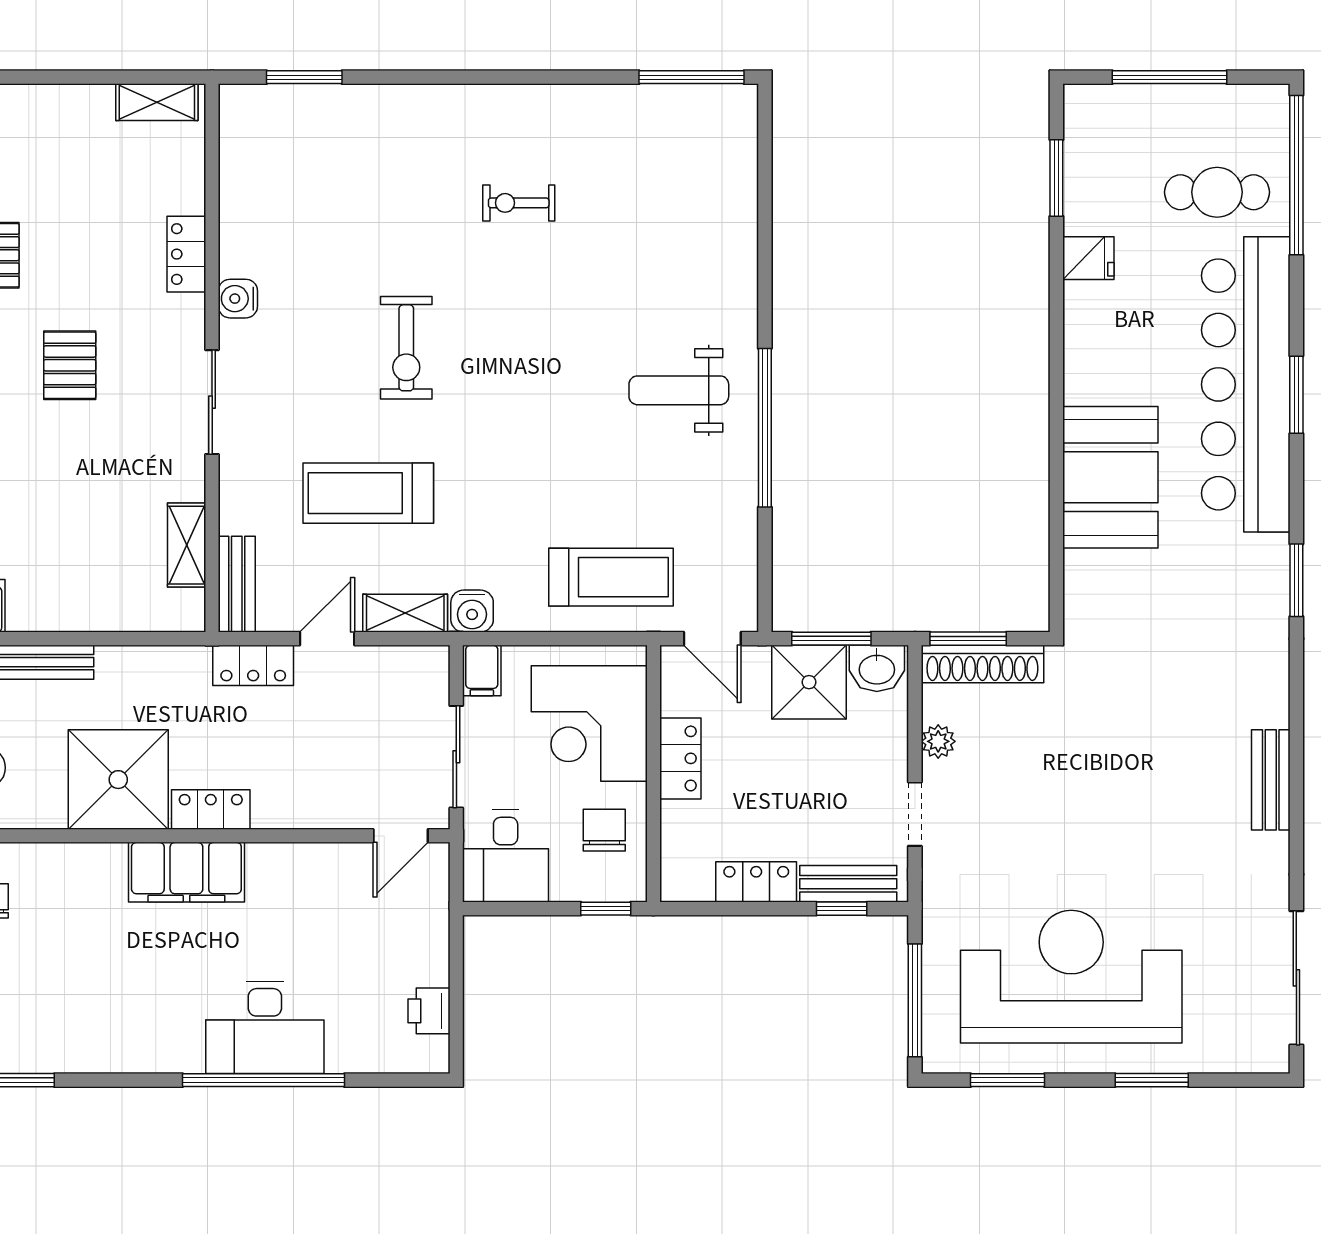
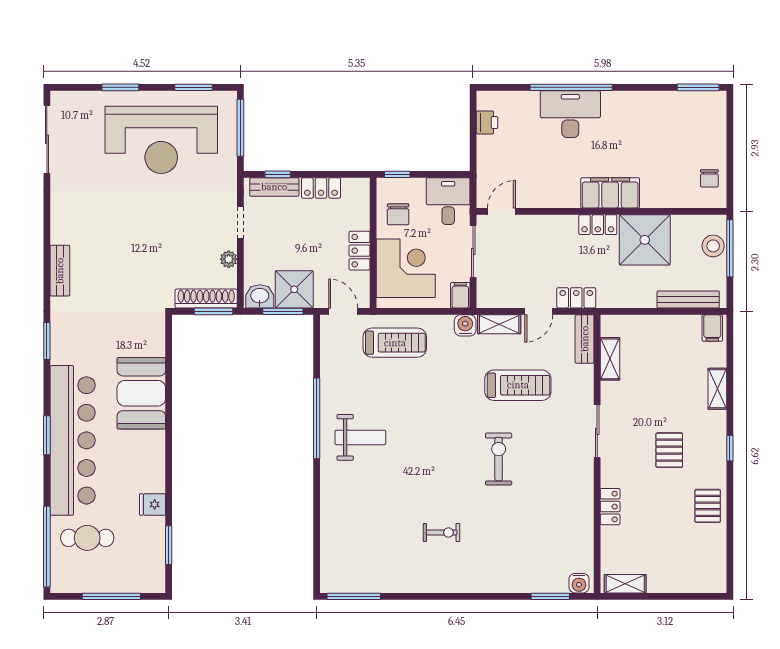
water cooler: (238, 299) -> (579, 583), moved, turned 90
treadmill: (611, 577) -> (395, 343), turned 180
bench: (1271, 780) -> (60, 271), moved

